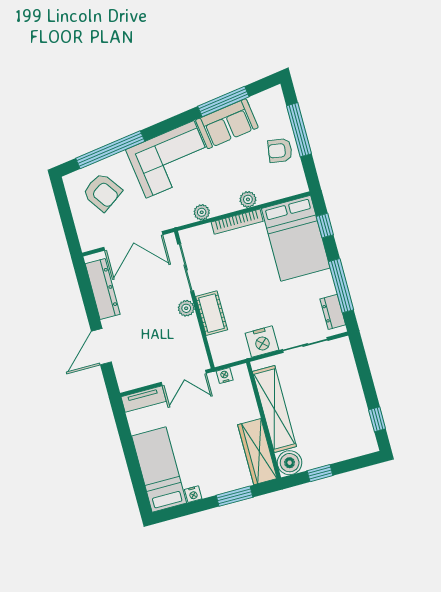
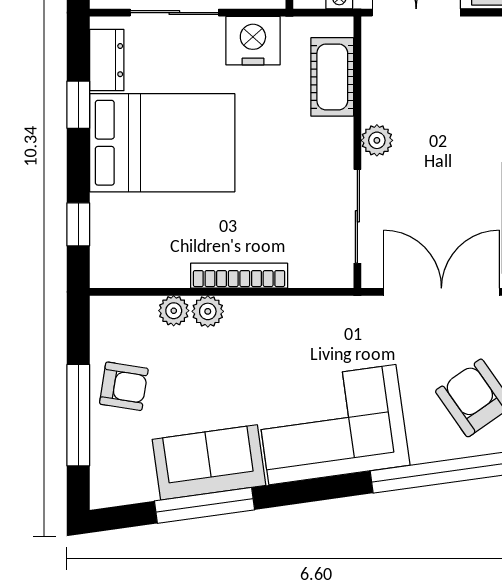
plant: (202, 212) -> (174, 311), moved
bed: (296, 238) -> (162, 143), moved, turned 90
window: (341, 286) -> (78, 105), width x0.46
cot: (212, 313) -> (332, 77), moved

